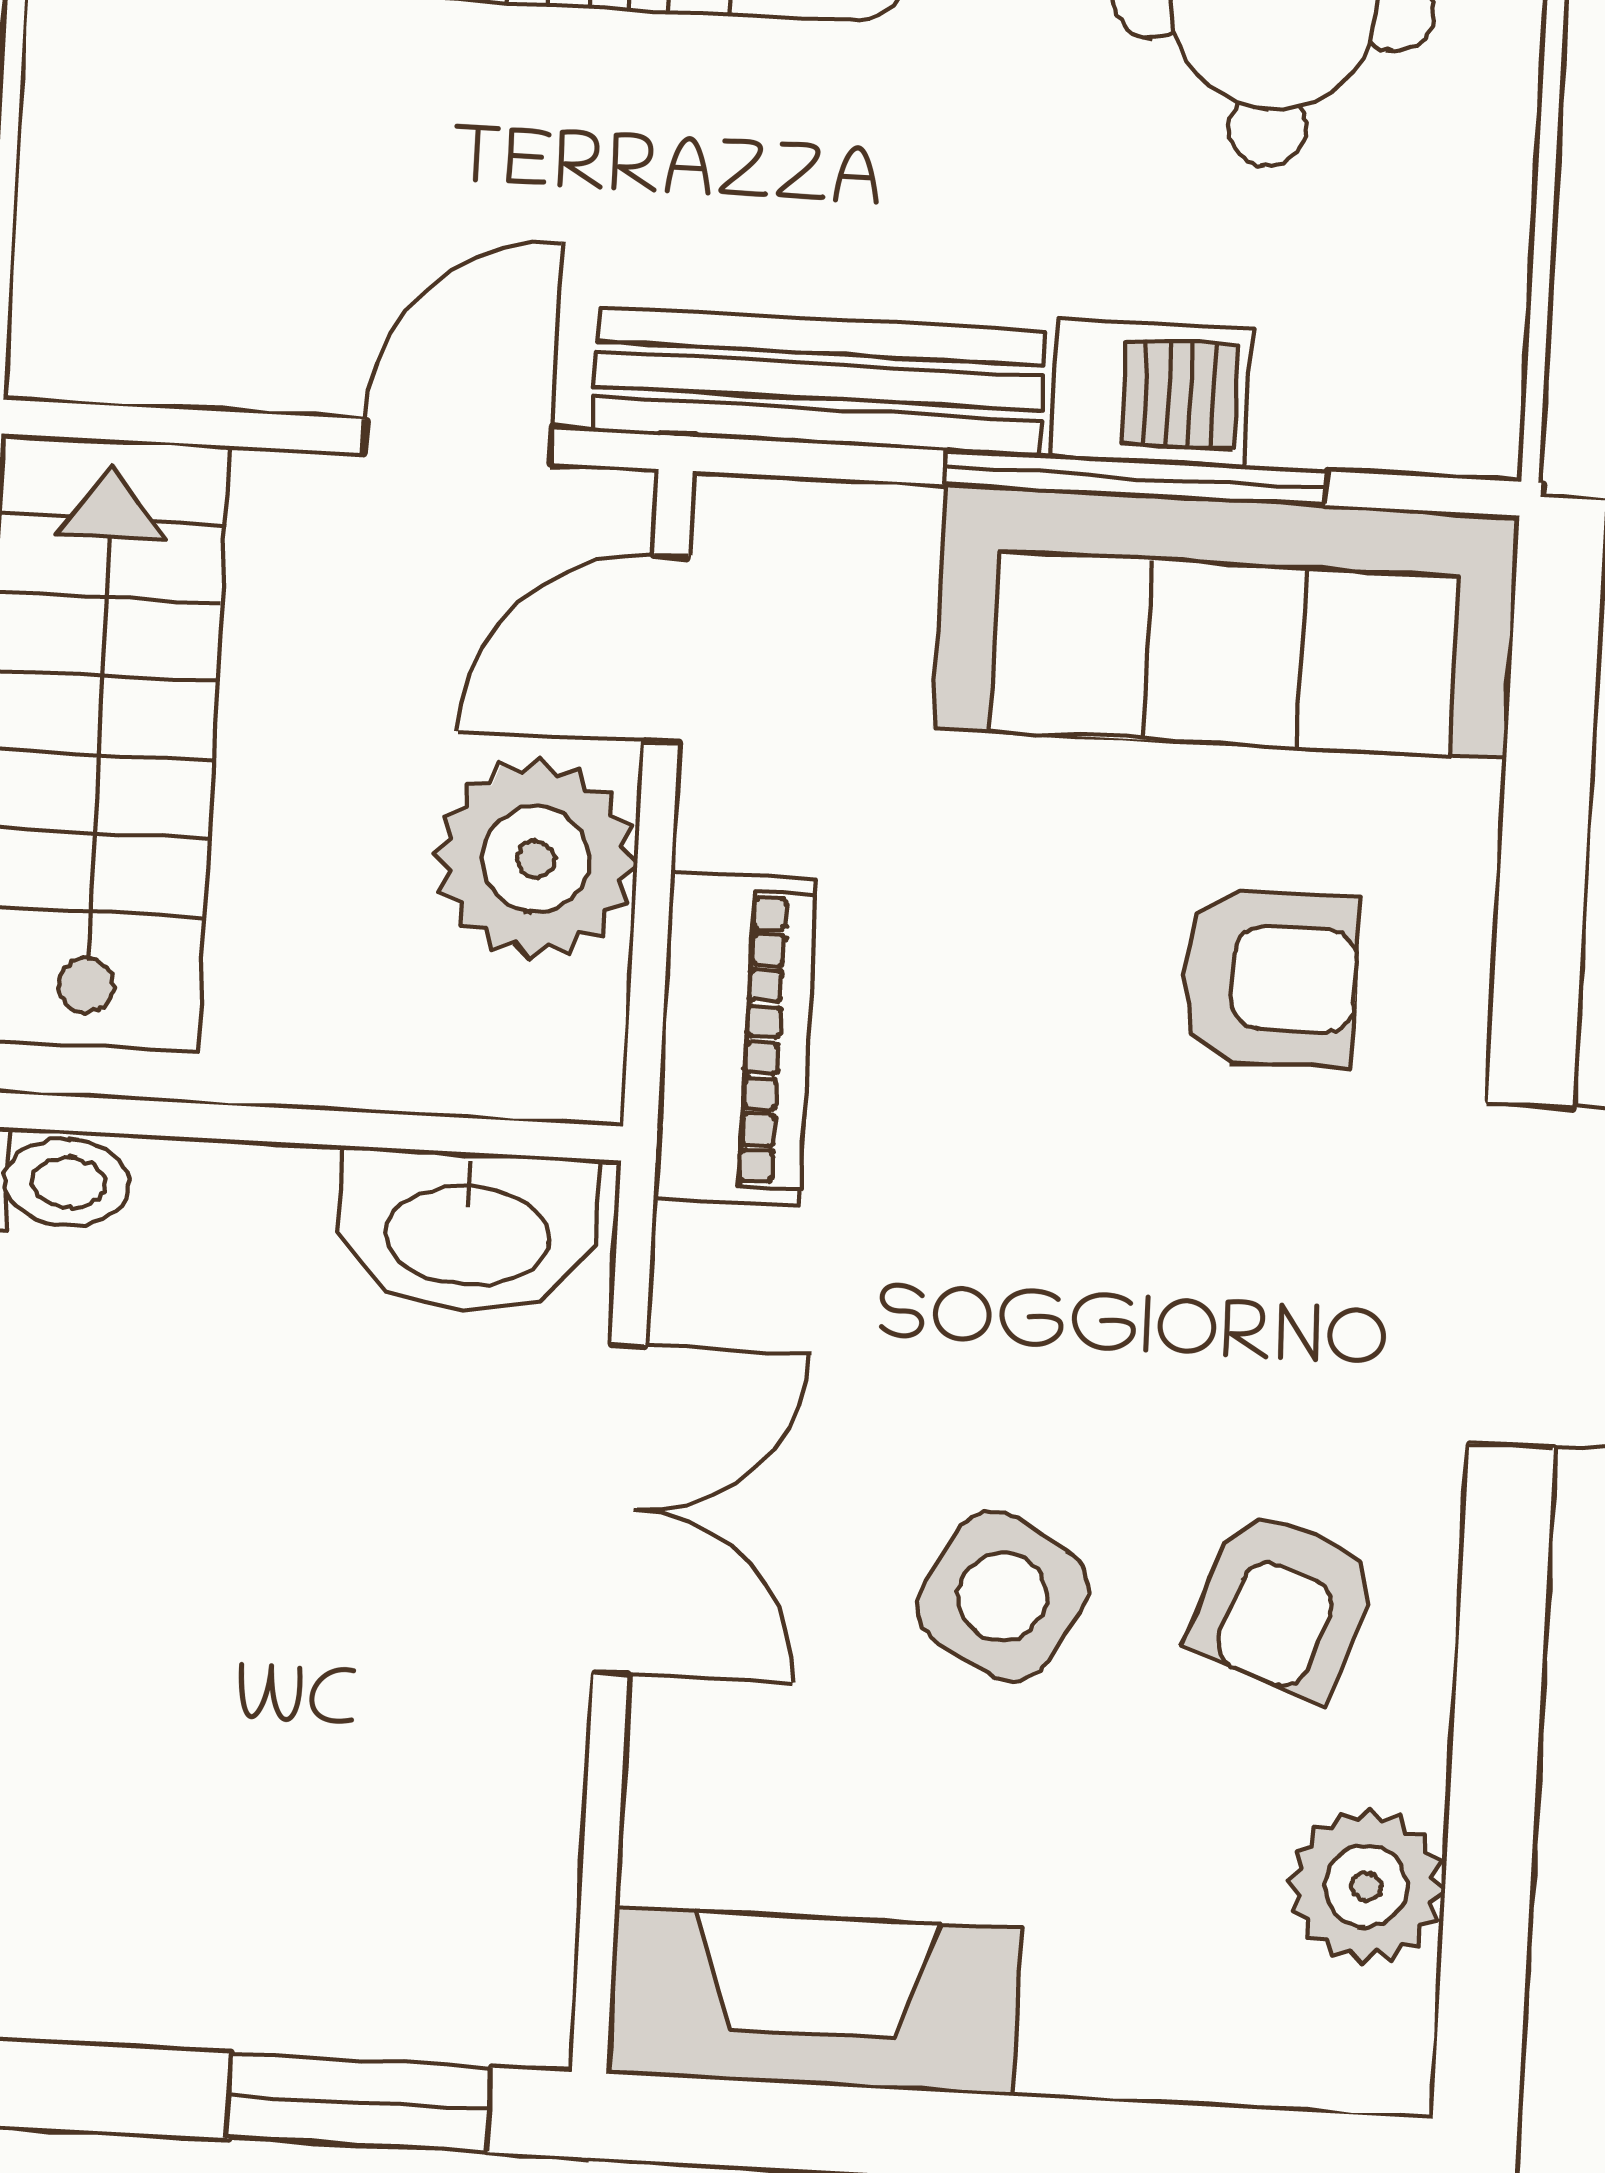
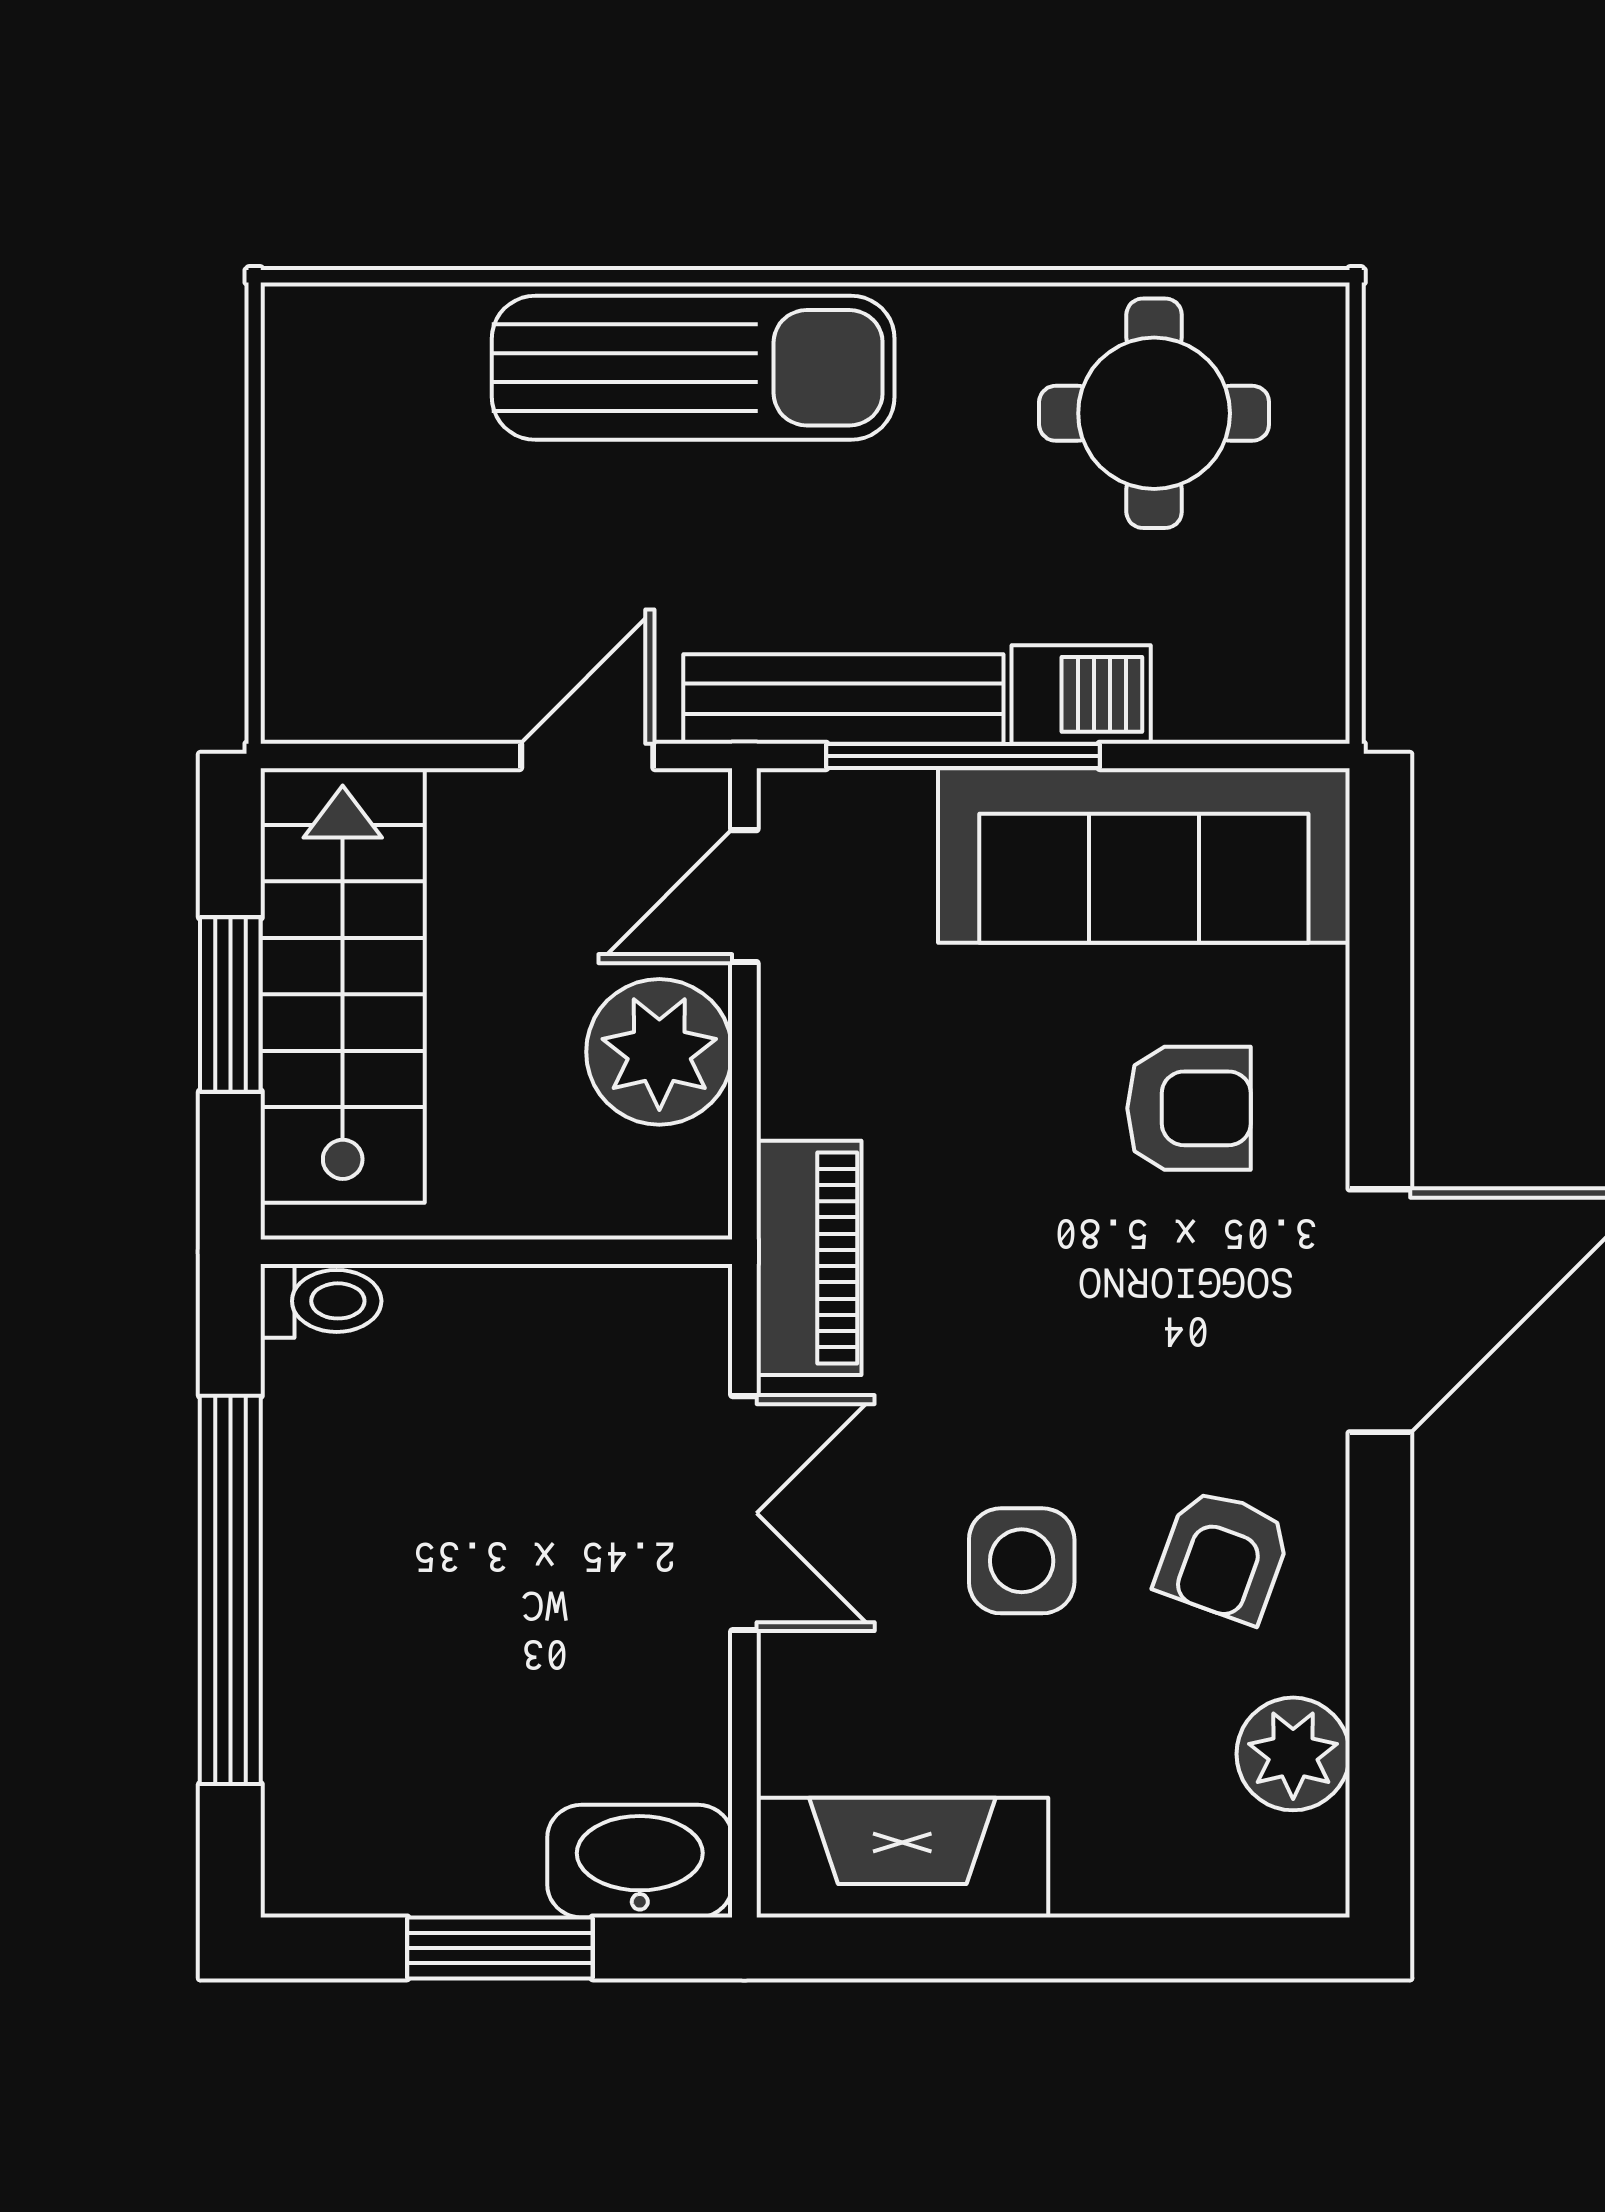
window: (1135, 478) -> (963, 756), moved
piano: (735, 1038) -> (809, 1258), moved
washbasin: (467, 1231) -> (640, 1861), moved, turned 180
side table: (1002, 1596) -> (1022, 1561), turned -30
window: (359, 2103) -> (500, 1948), moved

